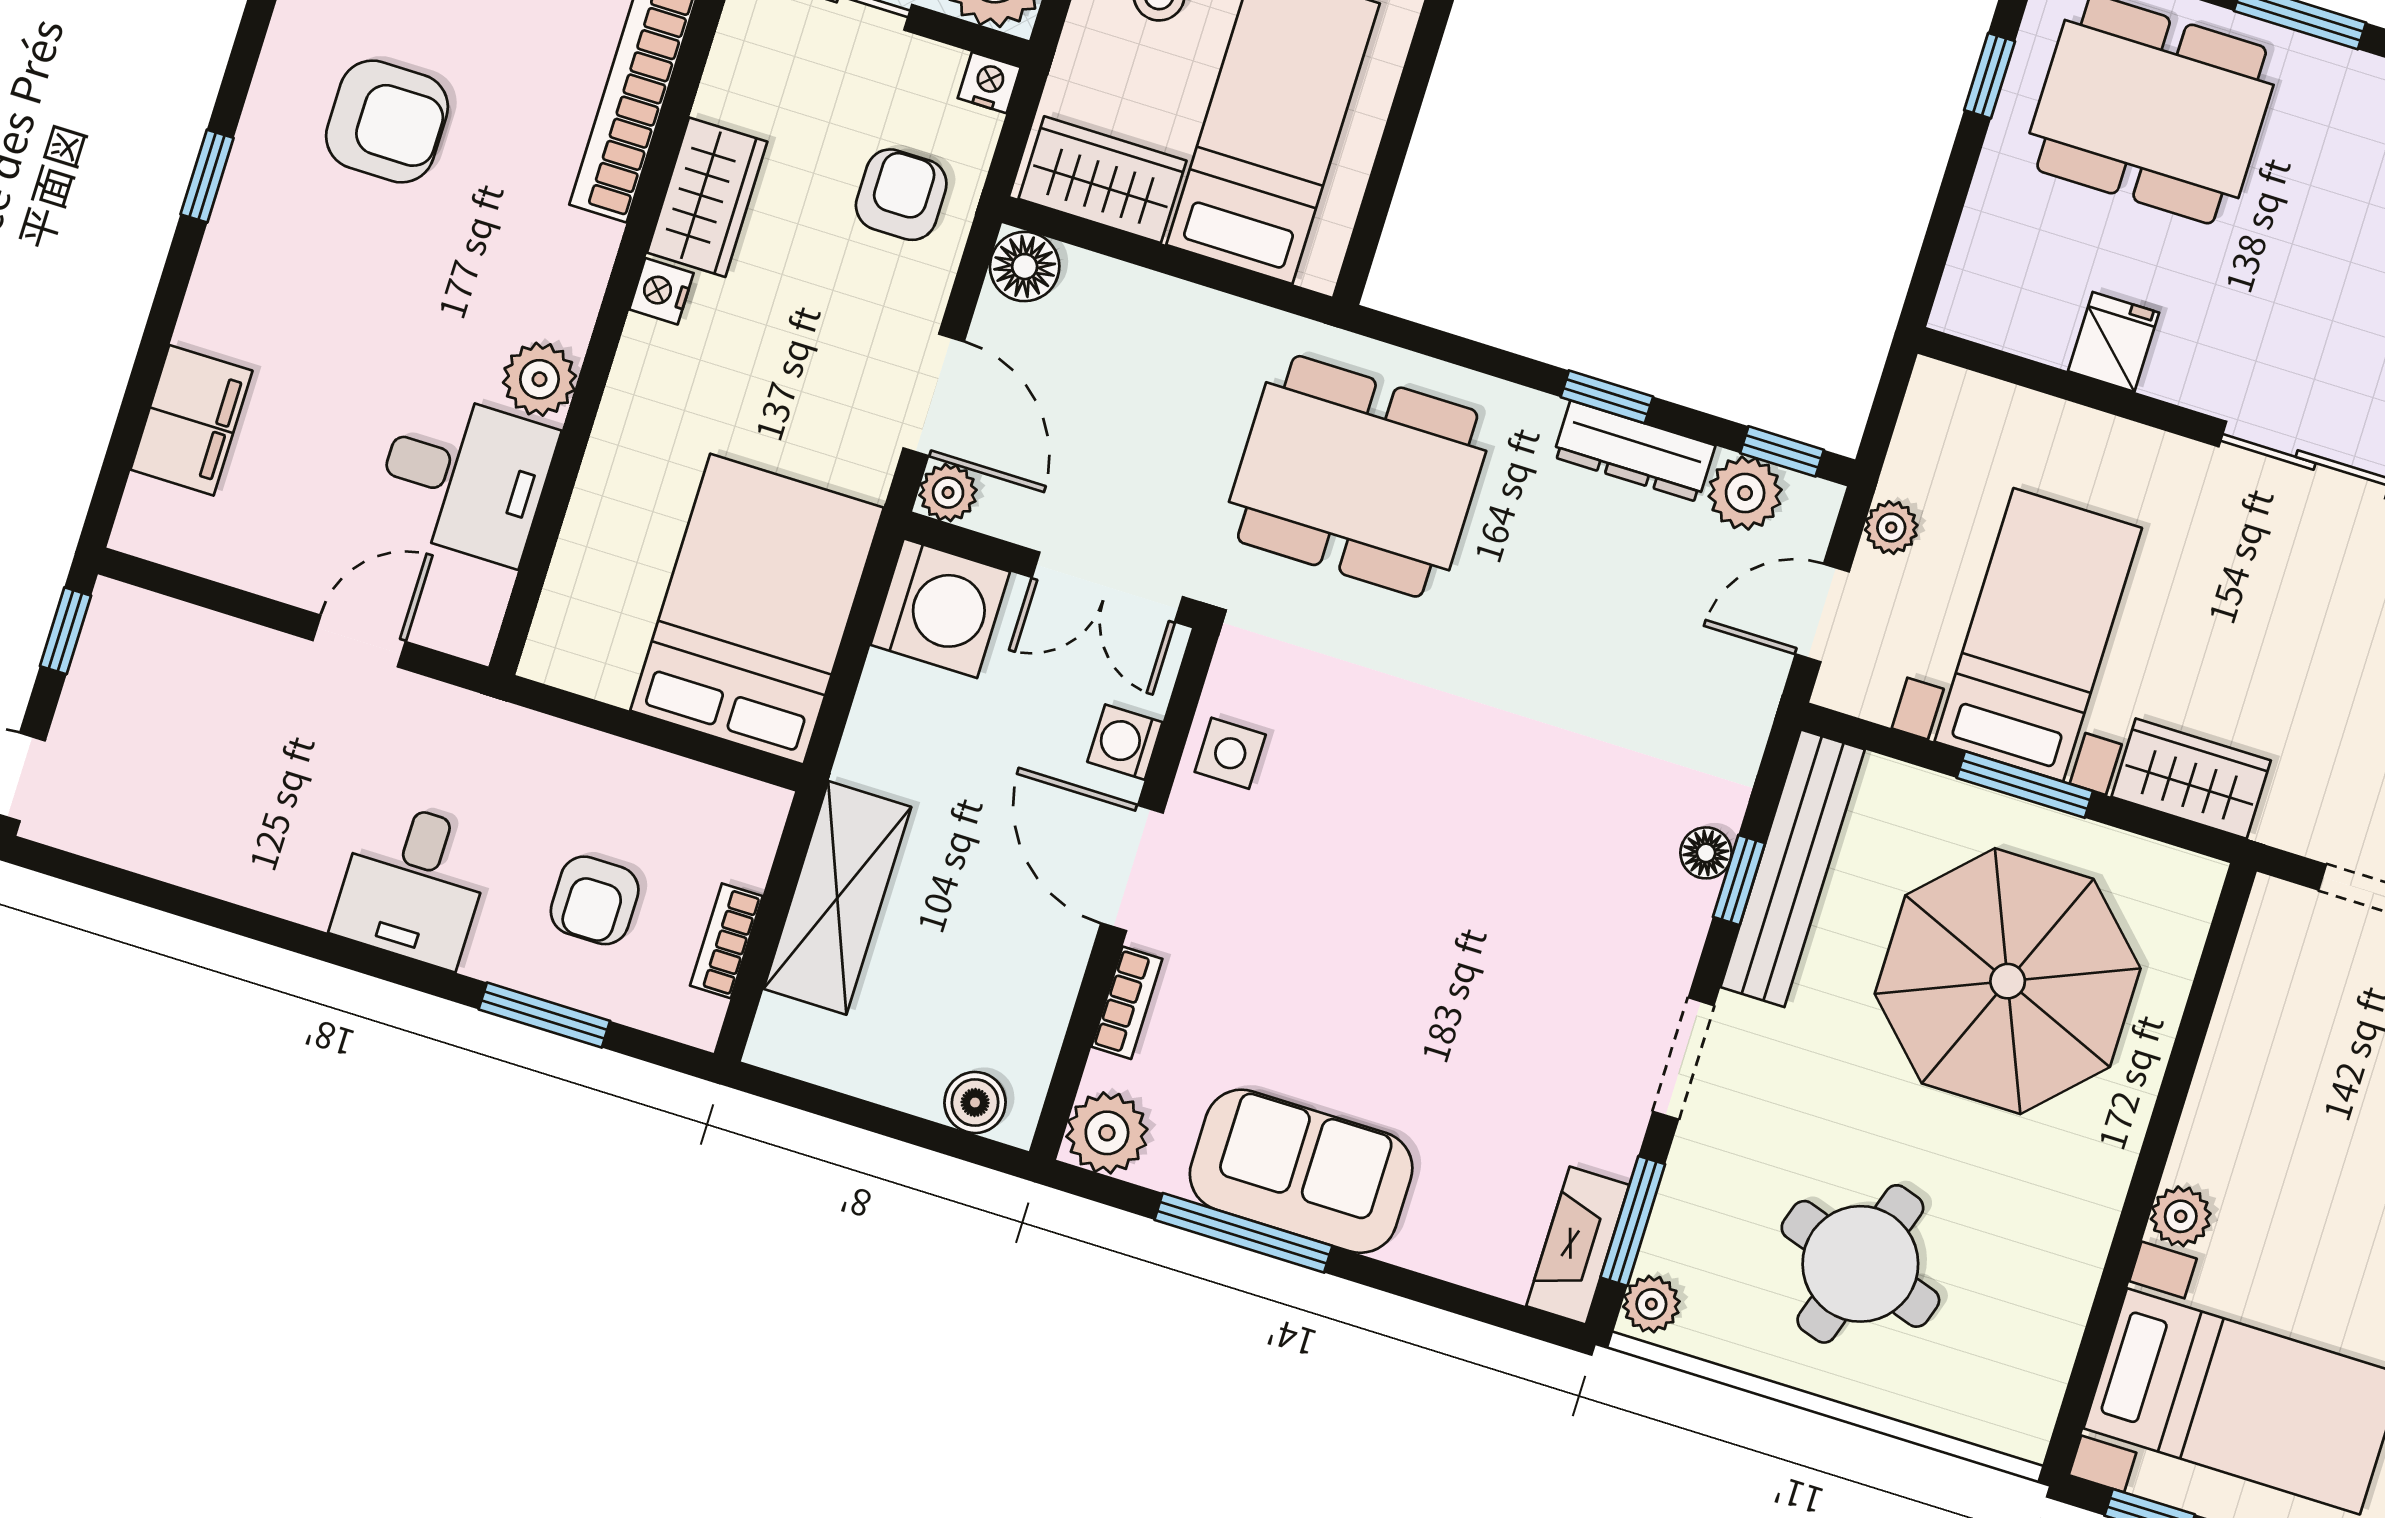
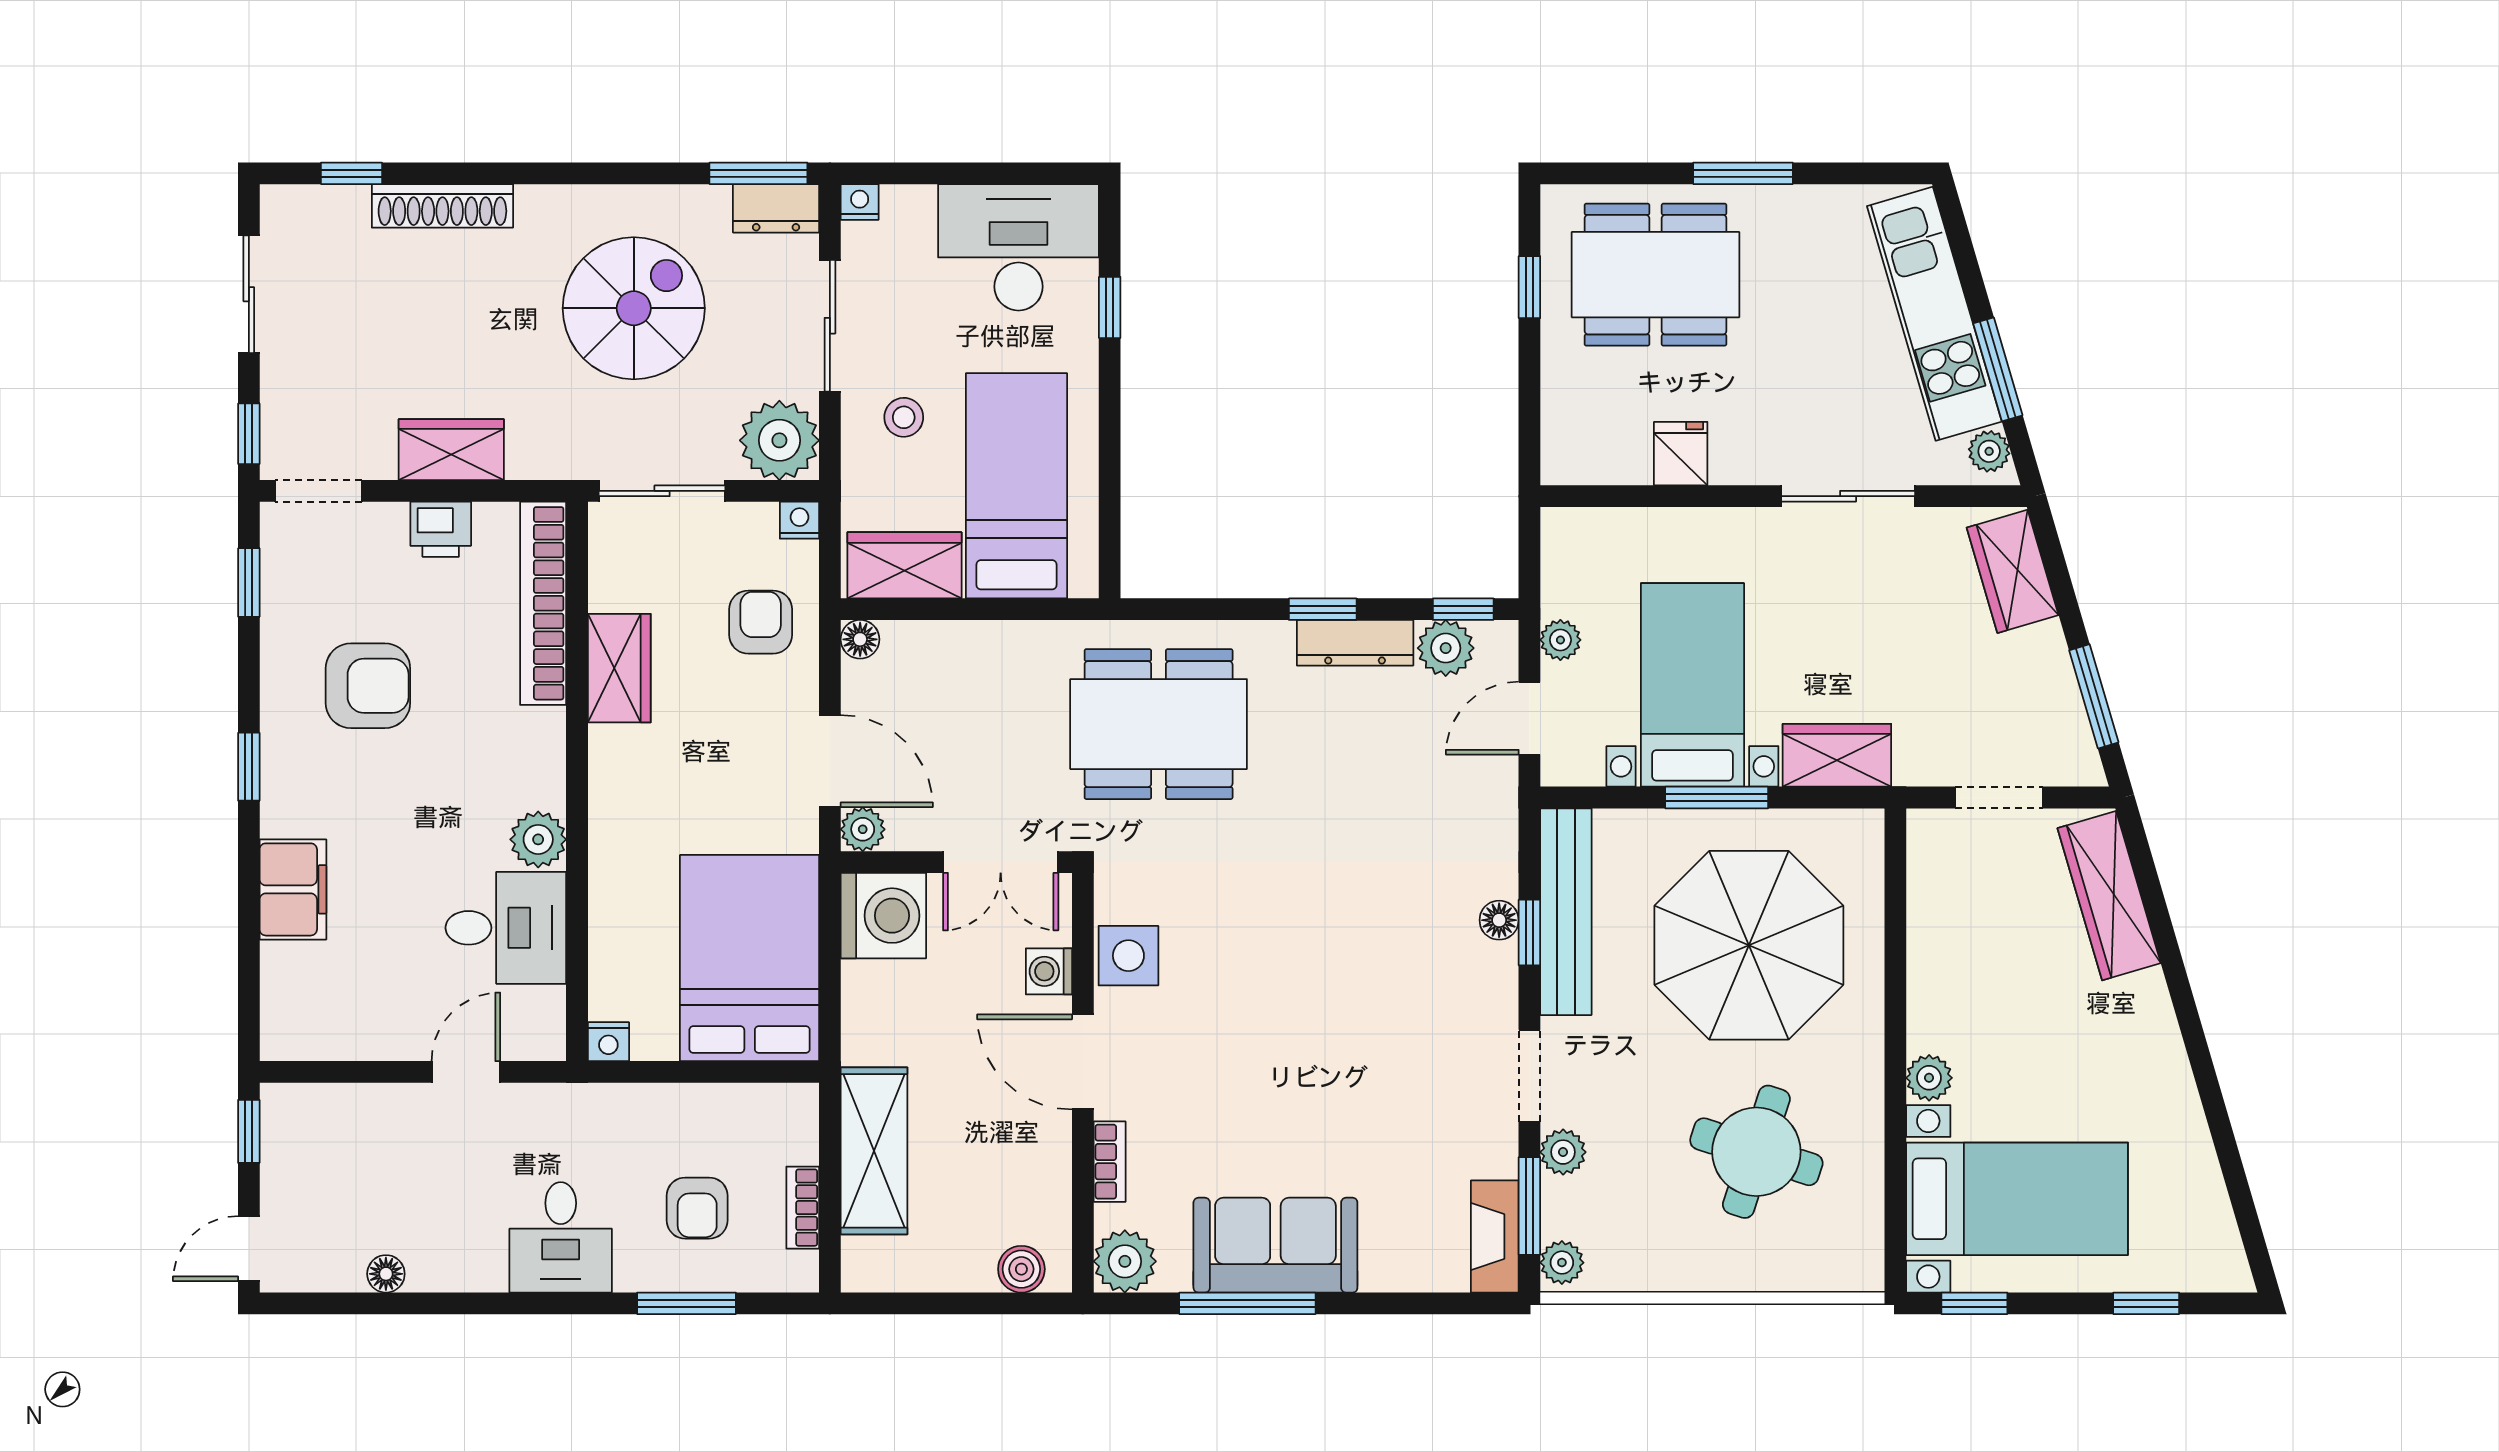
floor lamp: (1025, 267) -> (860, 639), width x0.73, depth x0.73
nightstand: (661, 291) -> (608, 1042), moved, turned -90
filing cabinet: (191, 420) -> (293, 889), moved
side table: (1230, 753) -> (1128, 956), width x1.37, depth x1.37
floor lamp: (181, 862) -> (386, 1274), added
plant: (1696, 1167) -> (1563, 1152), added
round table: (1860, 1264) -> (1756, 1152), moved

